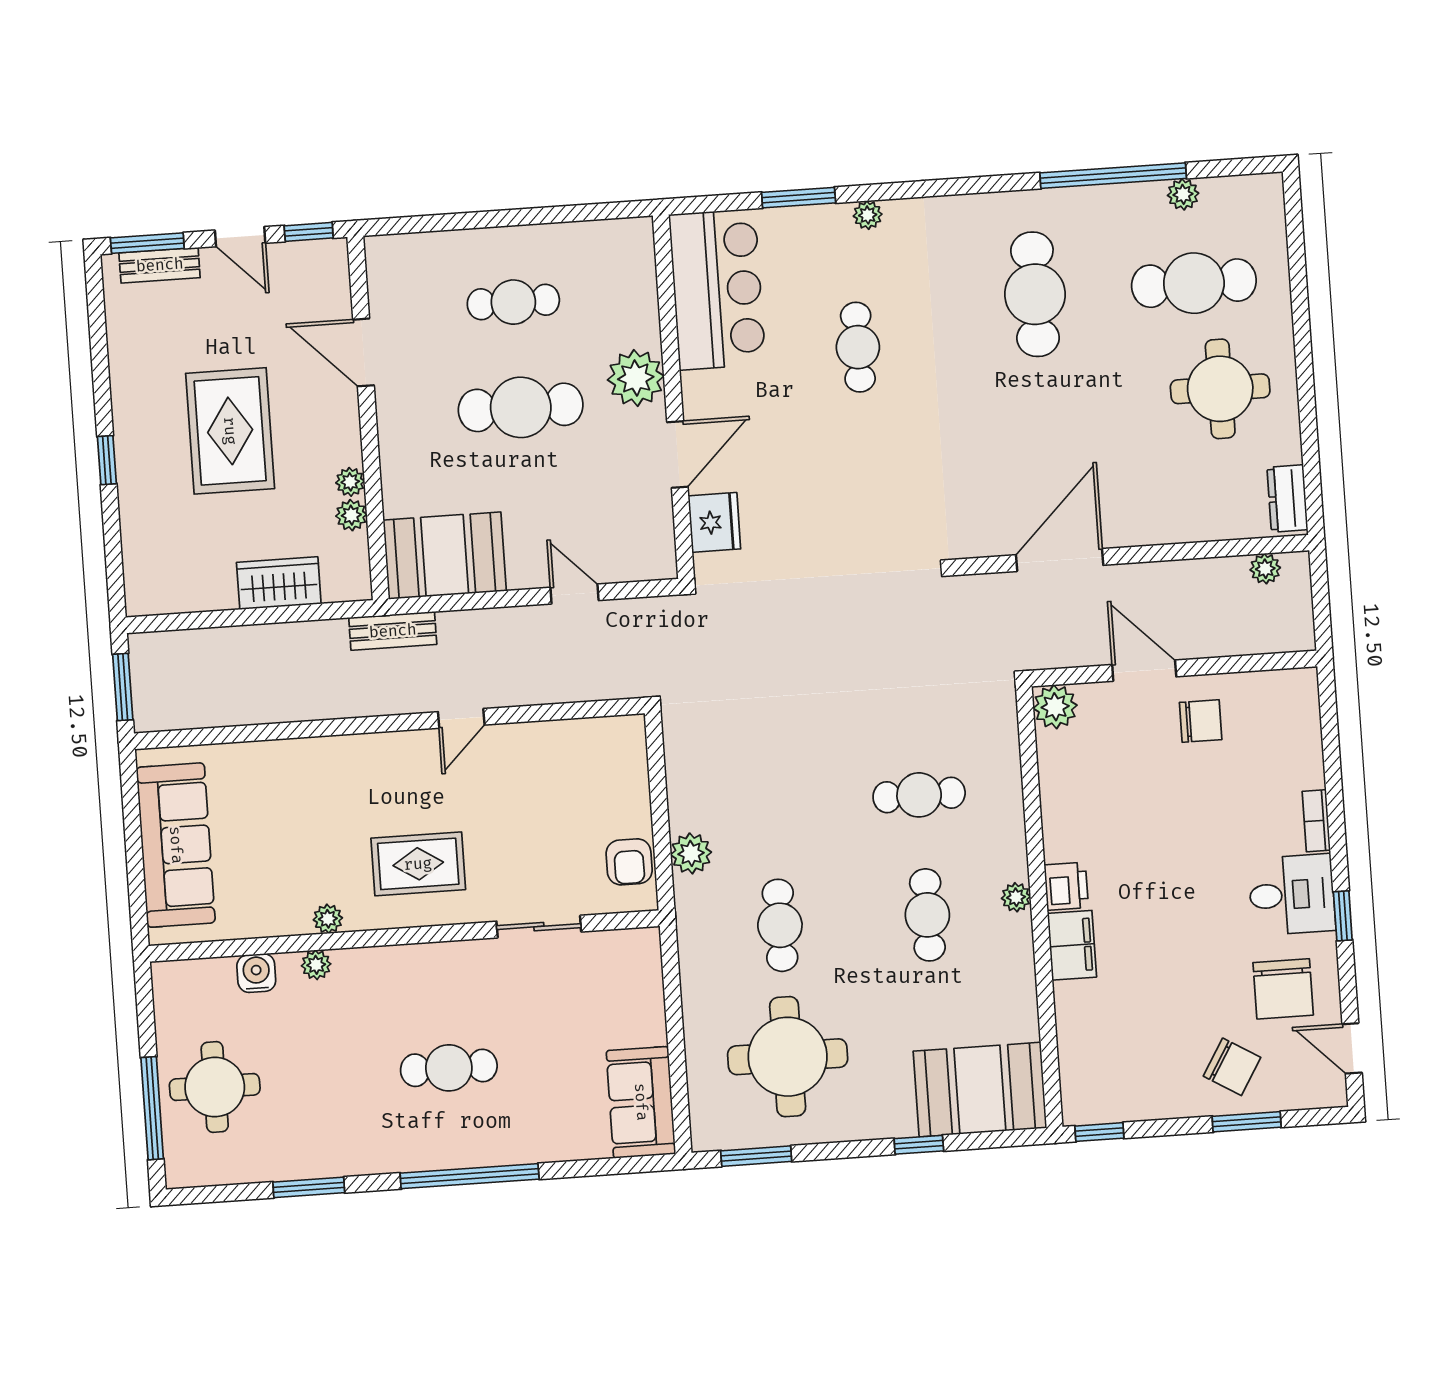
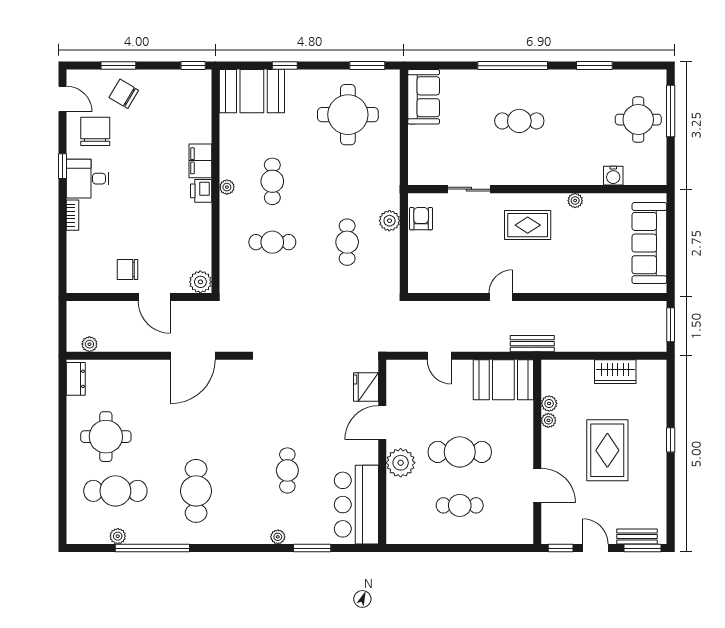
wardrobe: (279, 583) -> (615, 372), moved
cafe table: (780, 925) -> (347, 242), moved
plant: (316, 965) -> (583, 178), removed

